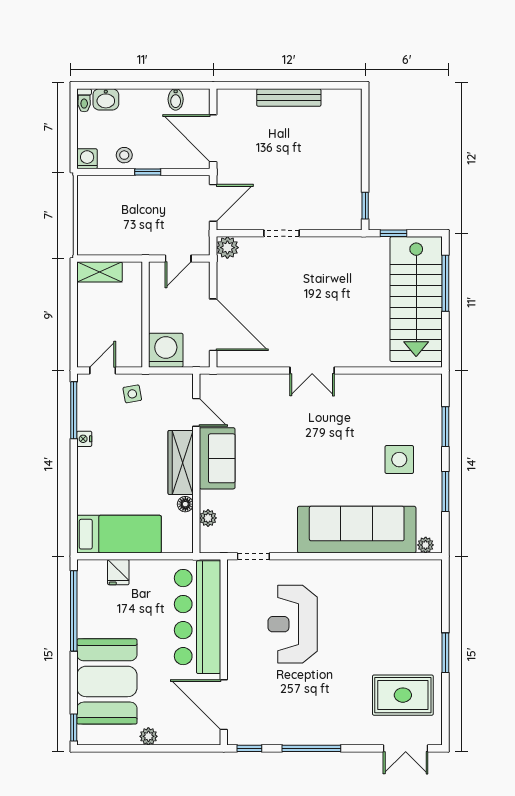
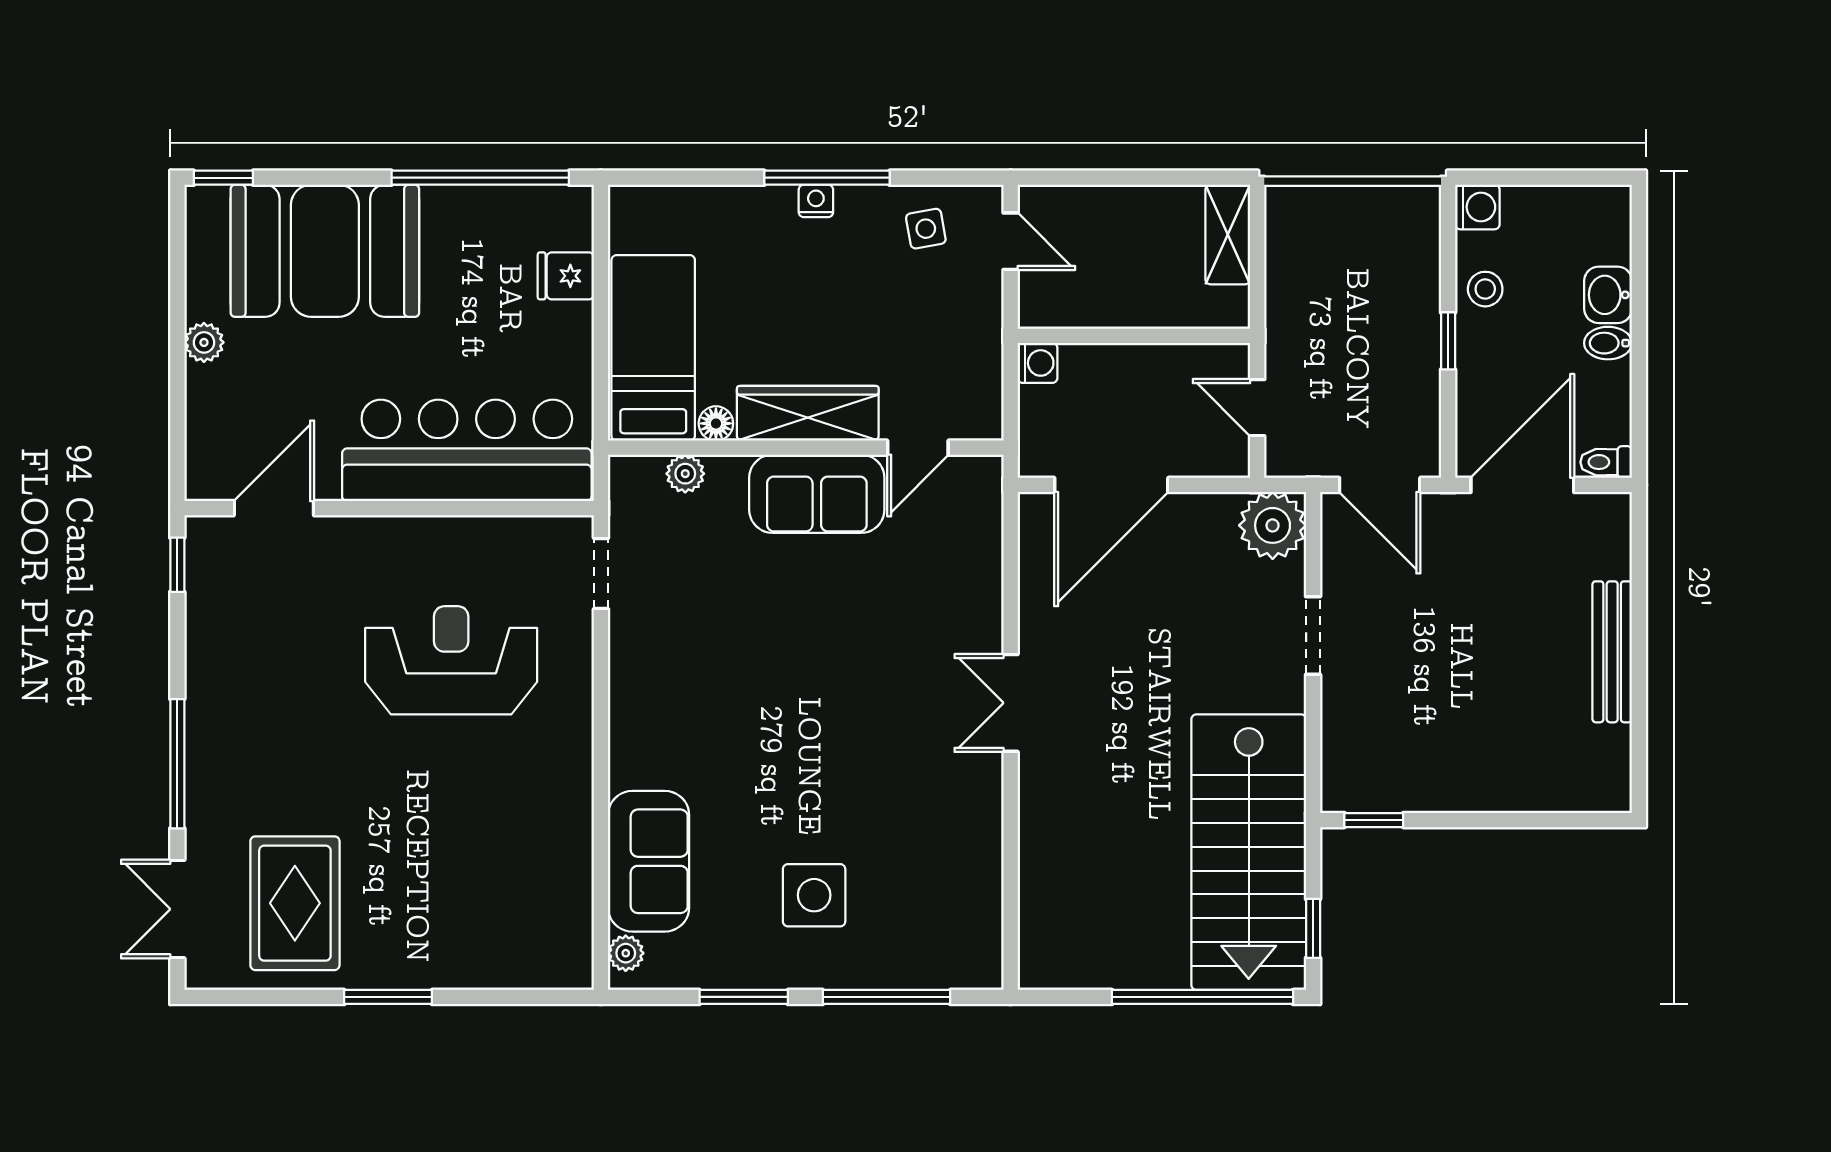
washbasin: (106, 99) -> (1608, 295), moved
bidet: (176, 99) -> (1608, 343), moved
toilet: (84, 100) -> (1606, 462), moved
window: (393, 233) -> (1313, 928), moved
plant: (227, 248) -> (1273, 525), width x1.36, depth x1.36
window: (445, 283) -> (1203, 997), width x1.46
stairs: (416, 299) -> (1249, 852), moved, turned -90
washing machine: (166, 350) -> (1037, 363), width x0.53, depth x0.53
side table: (132, 394) -> (926, 229), moved
window: (74, 410) -> (827, 178), moved
window: (445, 427) -> (886, 997), width x1.44
nightstand: (84, 439) -> (816, 201), moved
sofa: (357, 530) -> (649, 861), width x0.54, depth x0.79
bed: (119, 534) -> (653, 348), moved, turned 180
door: (224, 705) -> (274, 508), width x0.73
window: (311, 748) -> (177, 764), moved

